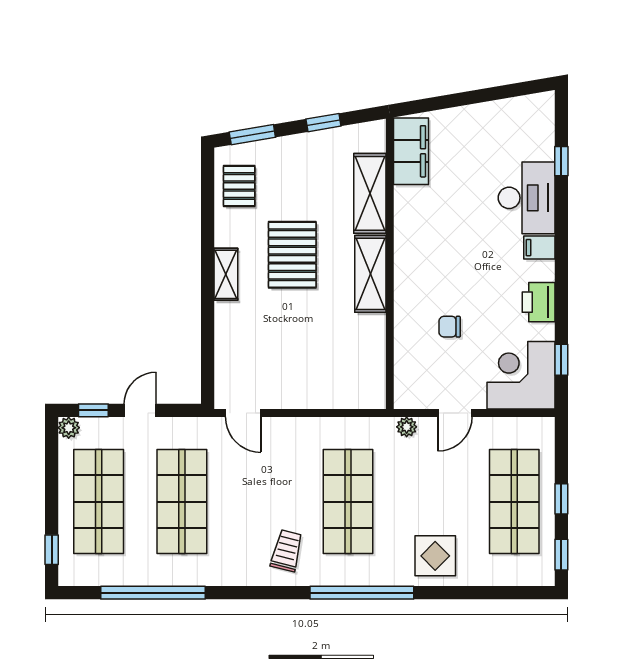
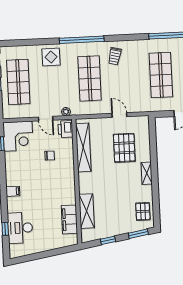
filing cabinet: (411, 151) -> (69, 219), moved
desk: (527, 198) -> (20, 228), moved
pallet: (292, 255) -> (124, 148), moved
shelving: (370, 274) -> (83, 147), moved, width x1.47
printer: (539, 302) -> (65, 129), moved, turned 180
door: (243, 413) -> (119, 115), moved
door: (455, 413) -> (46, 119), swing flipped

